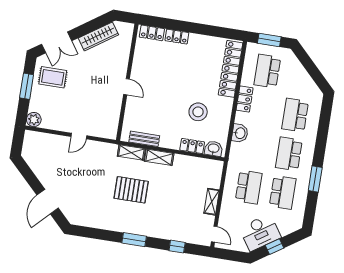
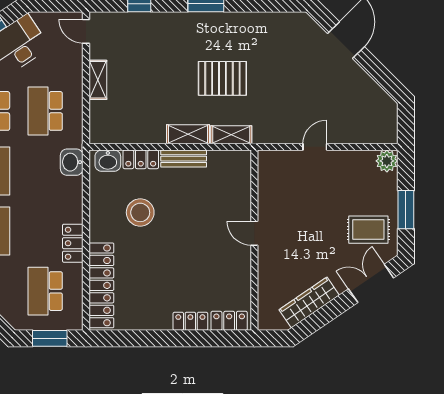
school desk: (267, 71) -> (45, 291), turned 180
washbasin: (240, 133) -> (72, 162), moved
bench: (144, 139) -> (184, 159), moved

